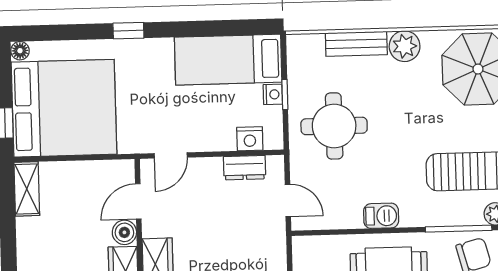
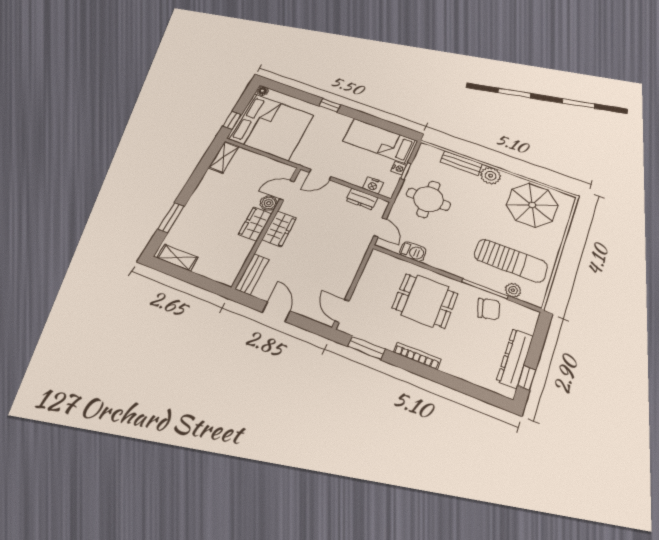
barbecue: (381, 216) -> (413, 252), moved

